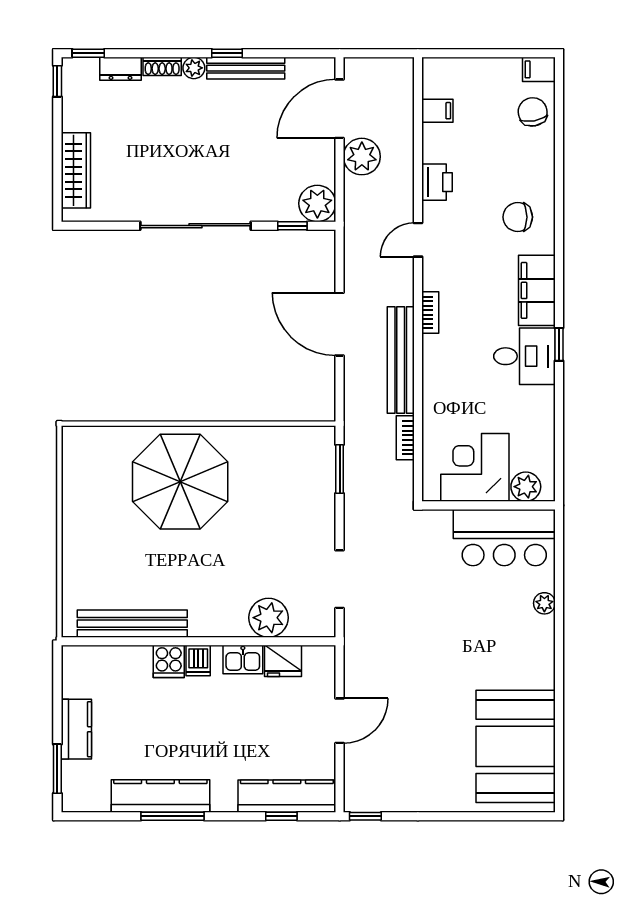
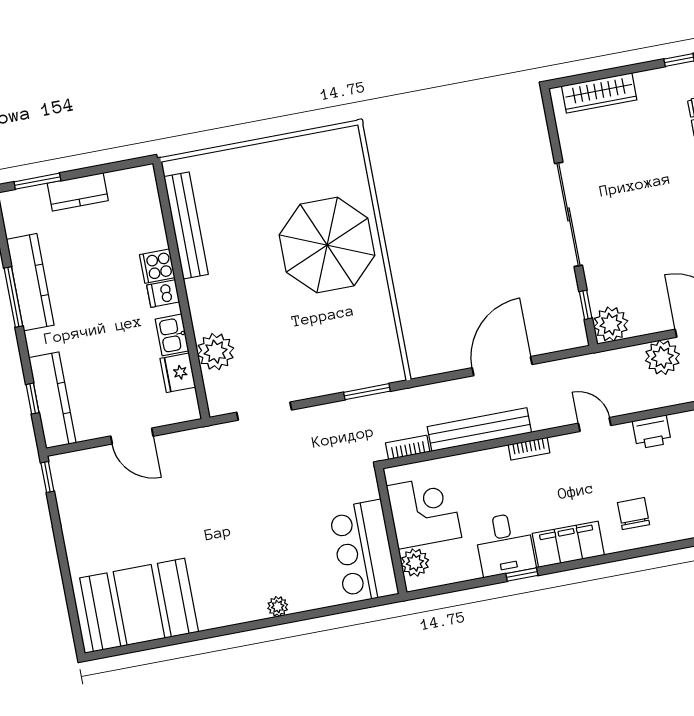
corner desk: (475, 467) -> (424, 512), moved
plant: (526, 487) -> (415, 563), moved
wall: (488, 505) -> (391, 531), moved
bar counter: (504, 538) -> (364, 551), moved

